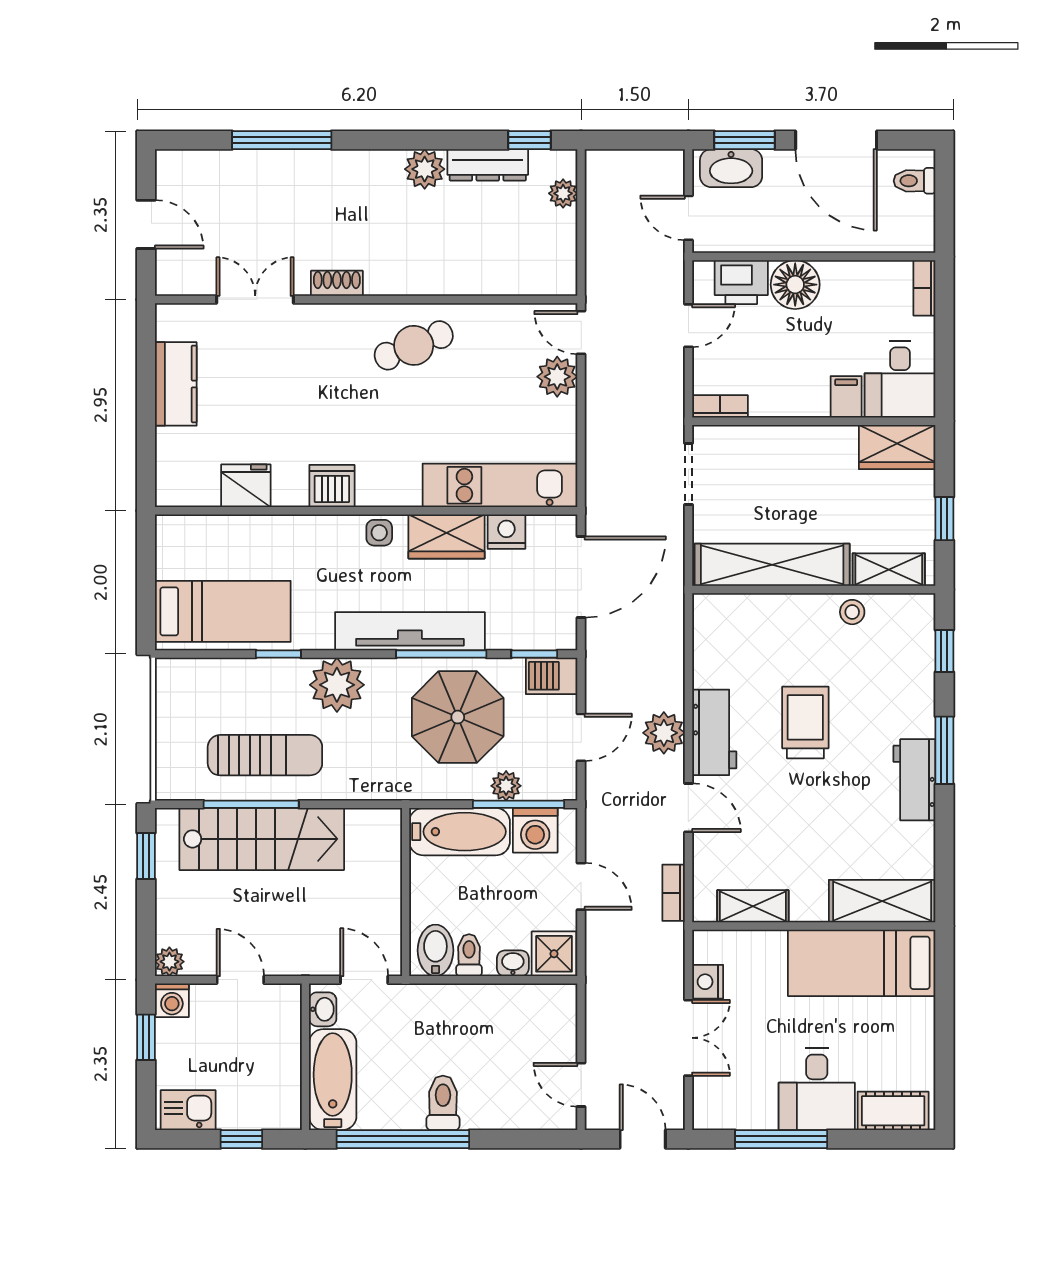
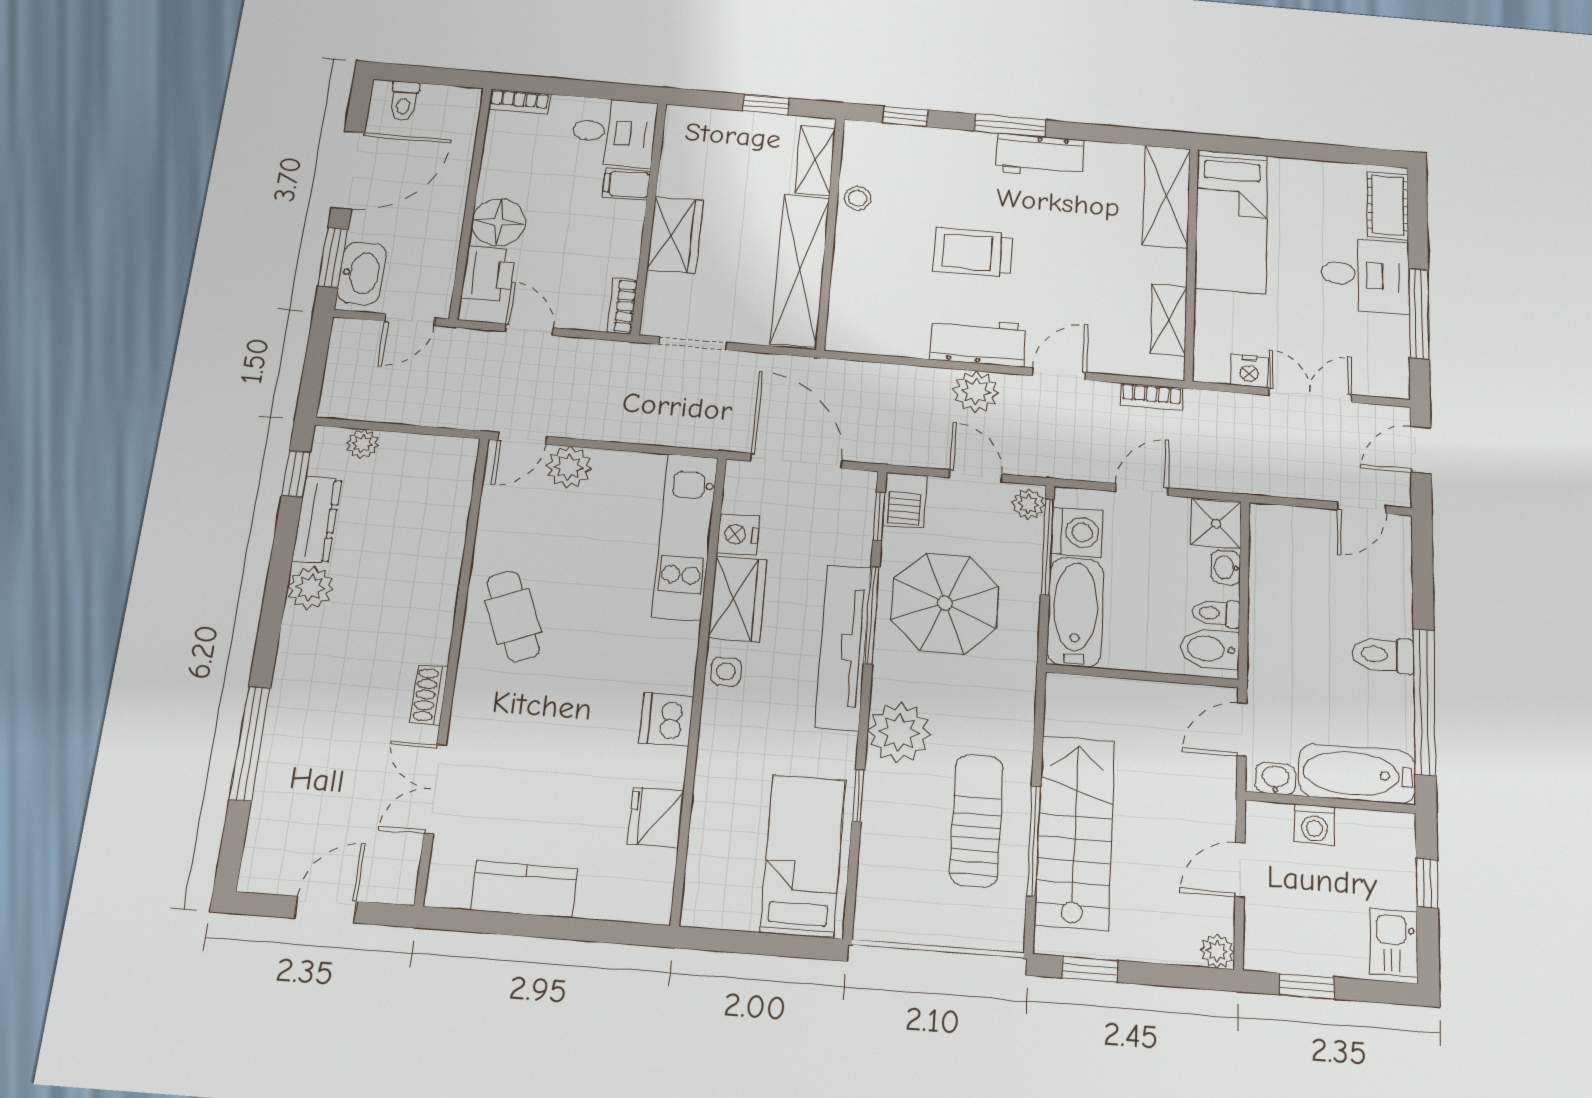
wardrobe: (897, 447) -> (675, 235), moved
plant: (506, 786) -> (1029, 504), moved
washing machine: (172, 1000) -> (1314, 825), moved, turned 90

